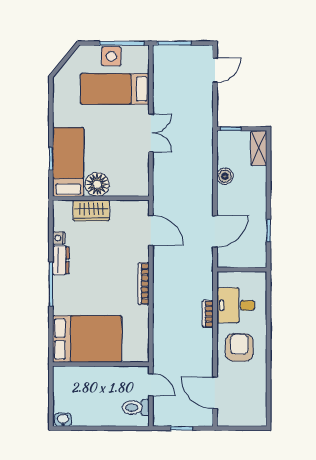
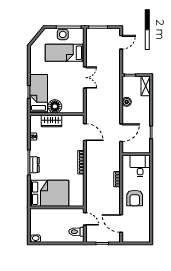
dresser: (61, 260) -> (34, 165), moved
desk: (236, 305) -> (140, 166), moved, turned 90
armchair: (239, 347) -> (135, 198), turned 180

